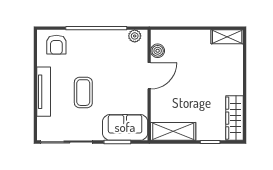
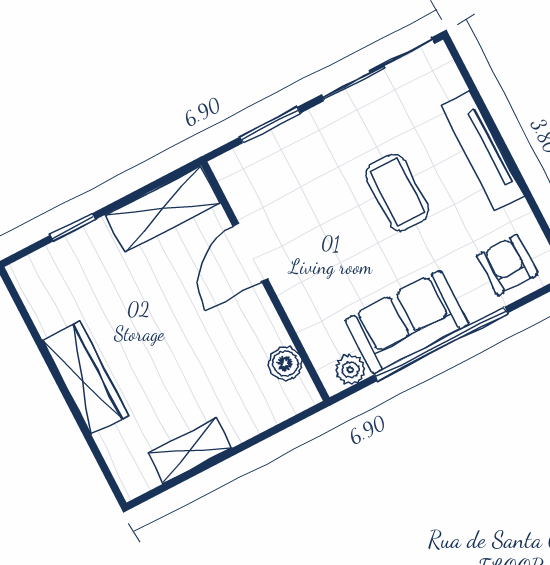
shelving: (227, 37) -> (190, 451), moved
door: (149, 76) -> (250, 252), moved
wardrobe: (234, 118) -> (85, 378), moved
sofa: (125, 127) -> (407, 322), moved, turned 180

